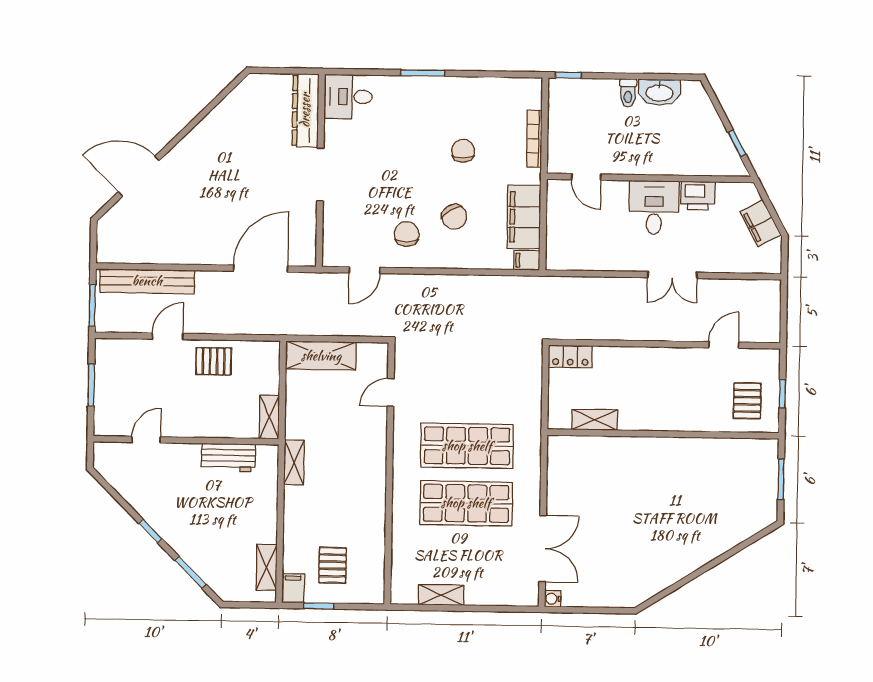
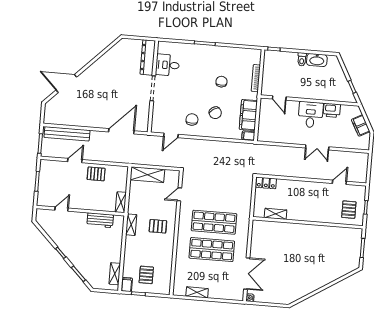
desk: (348, 97) -> (167, 65), moved
pallet: (350, 462) -> (158, 226), added

